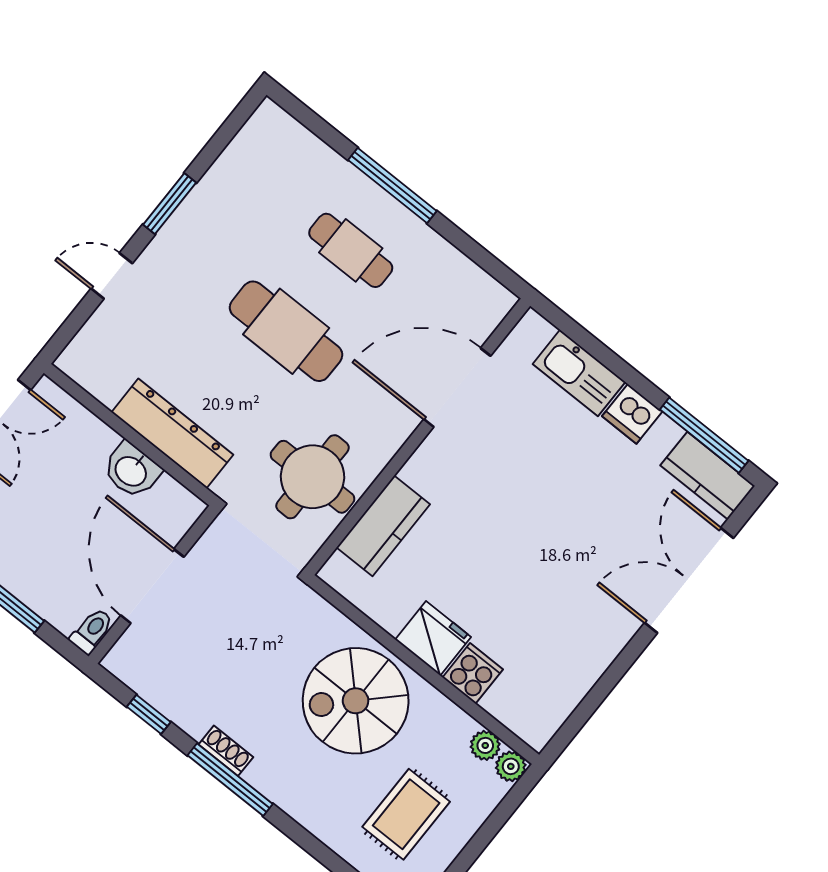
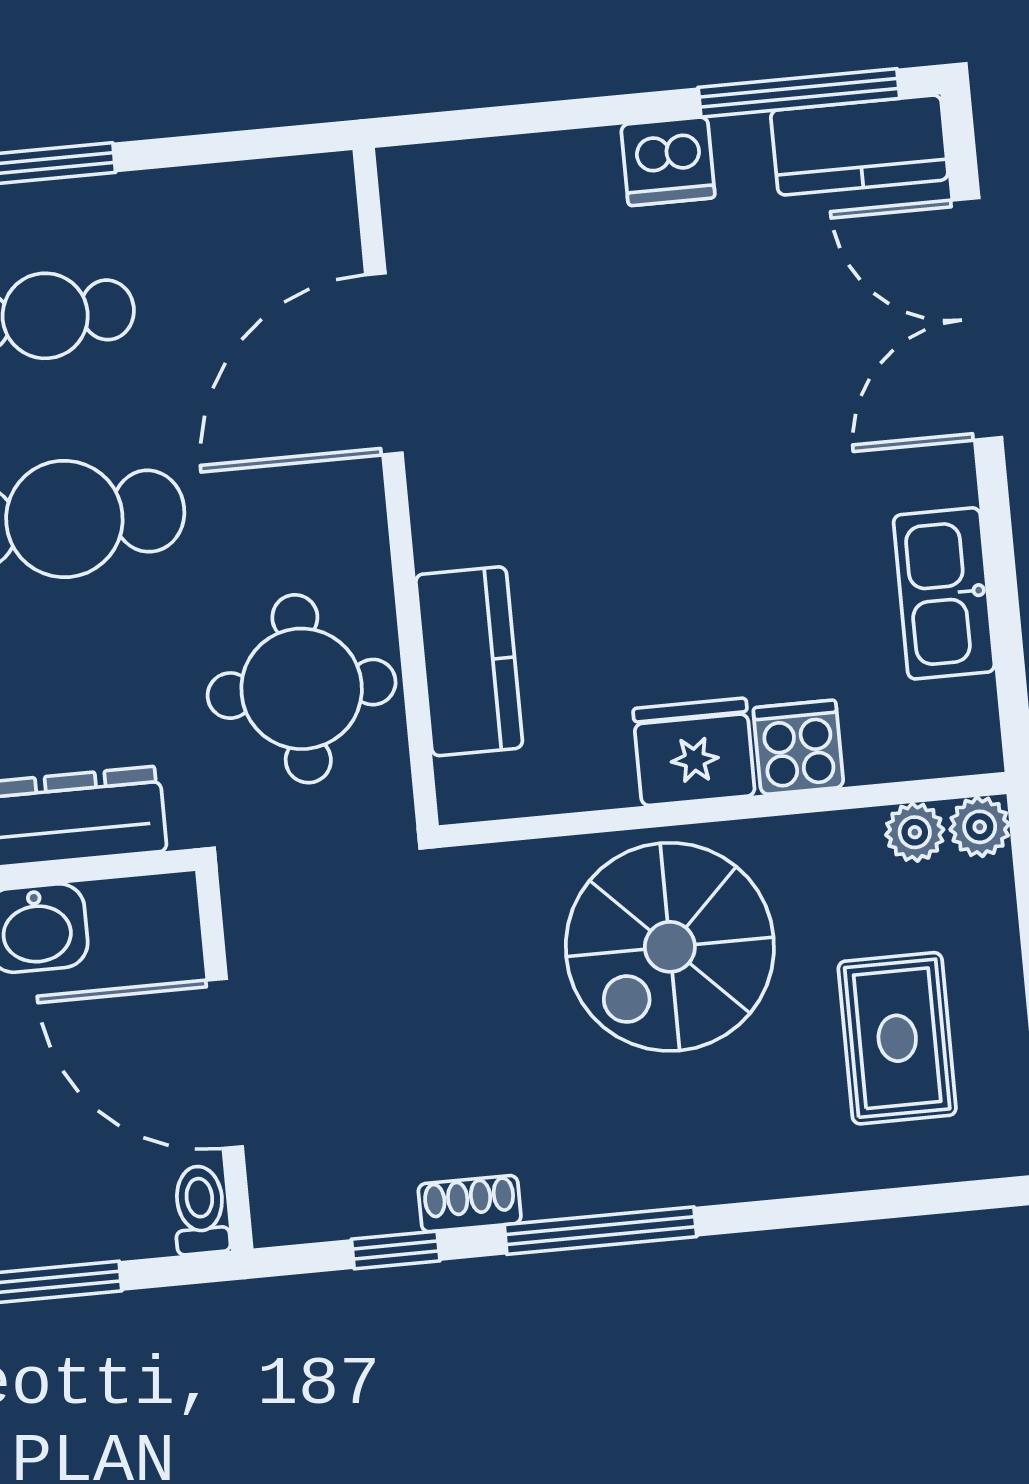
kitchen sink: (579, 373) -> (944, 593), moved, turned 90
shoe rack: (226, 751) -> (470, 1204), moved

